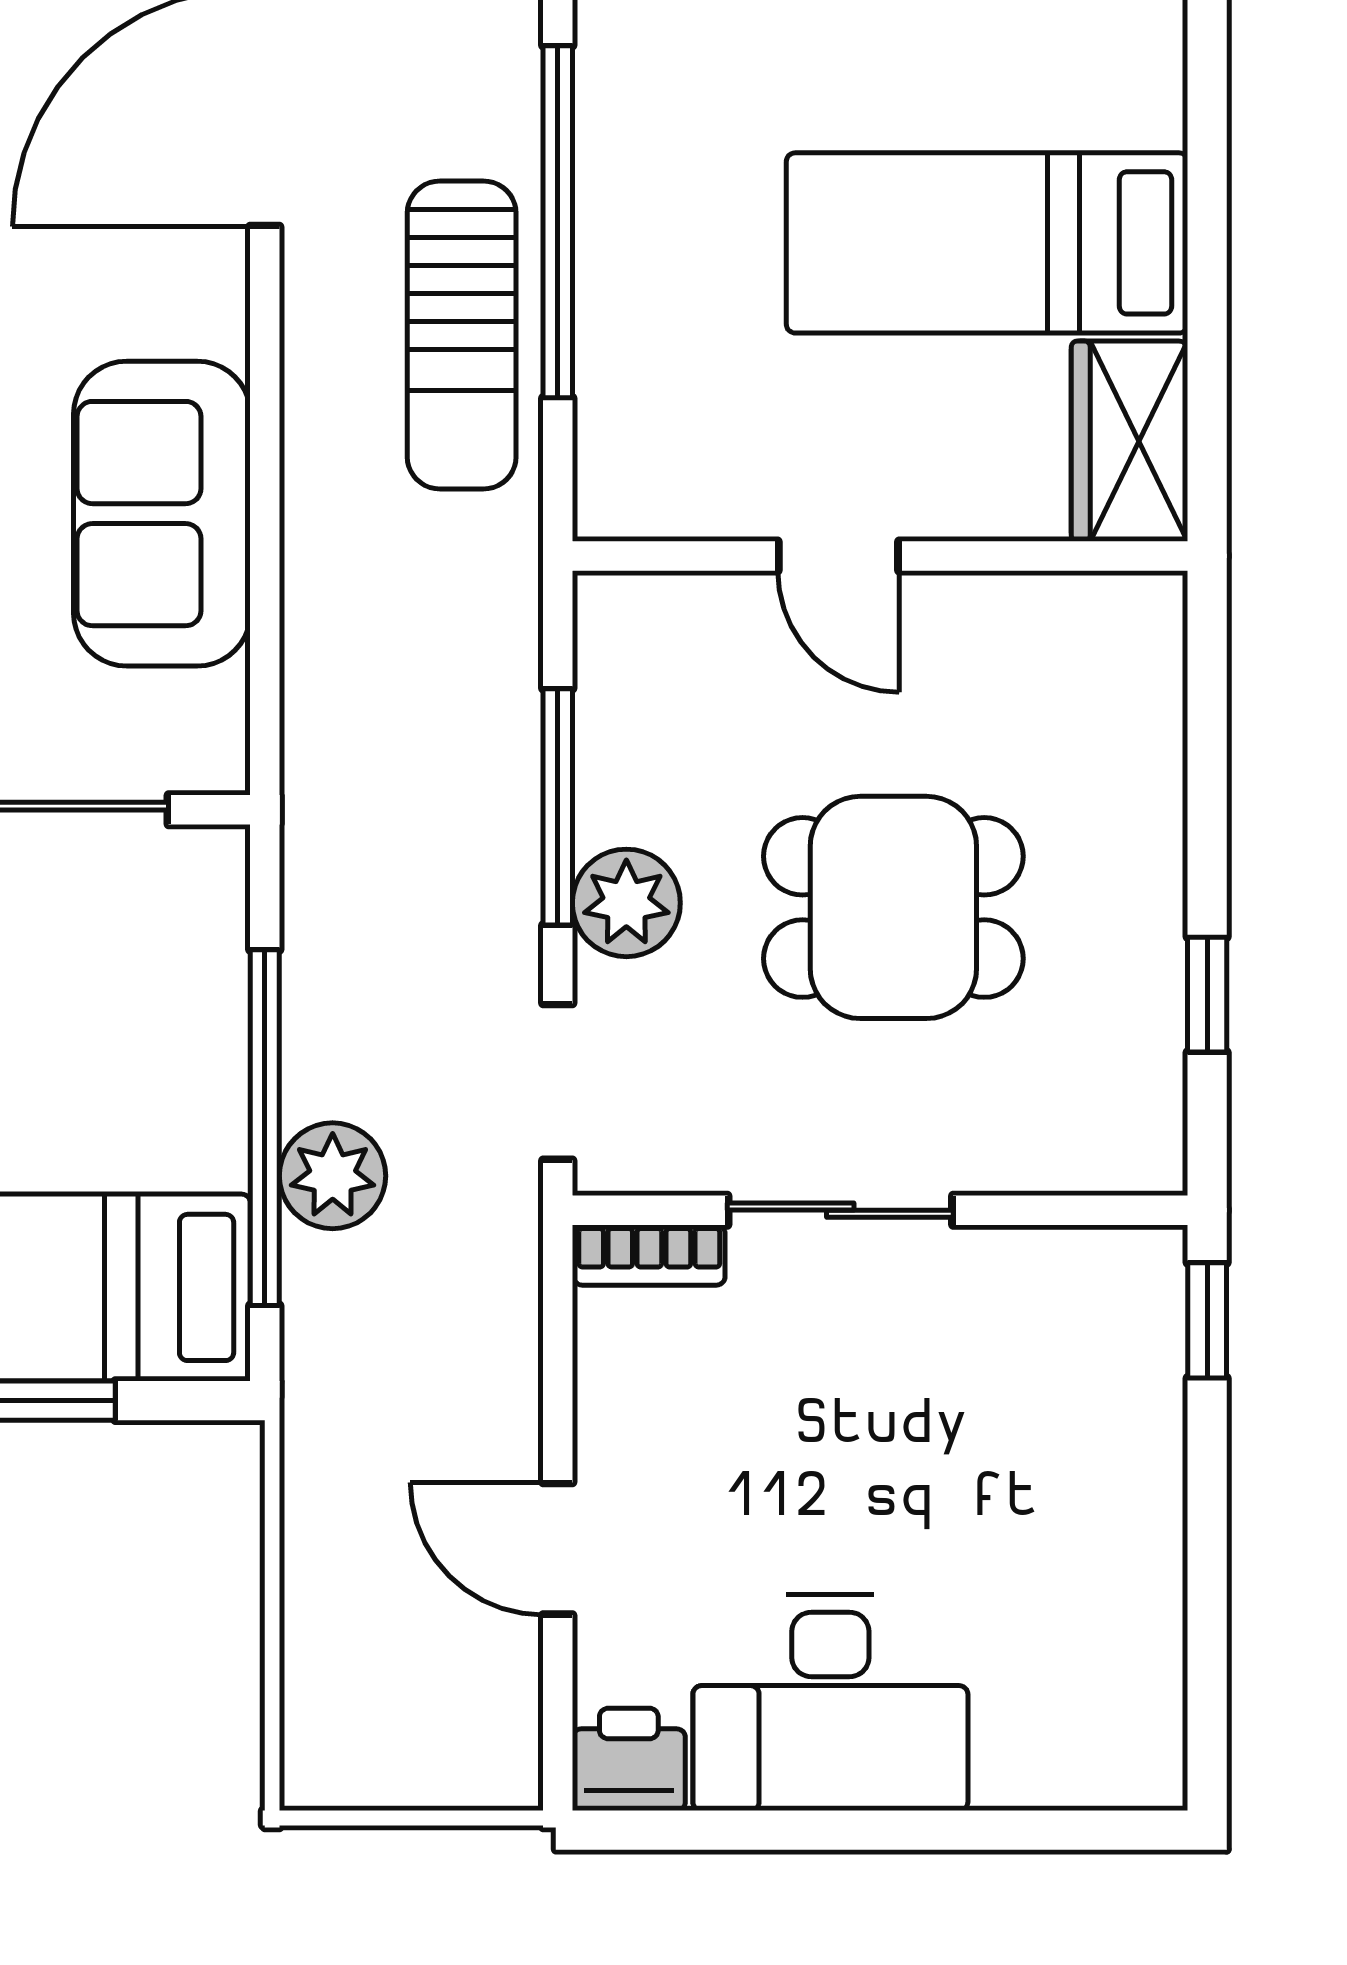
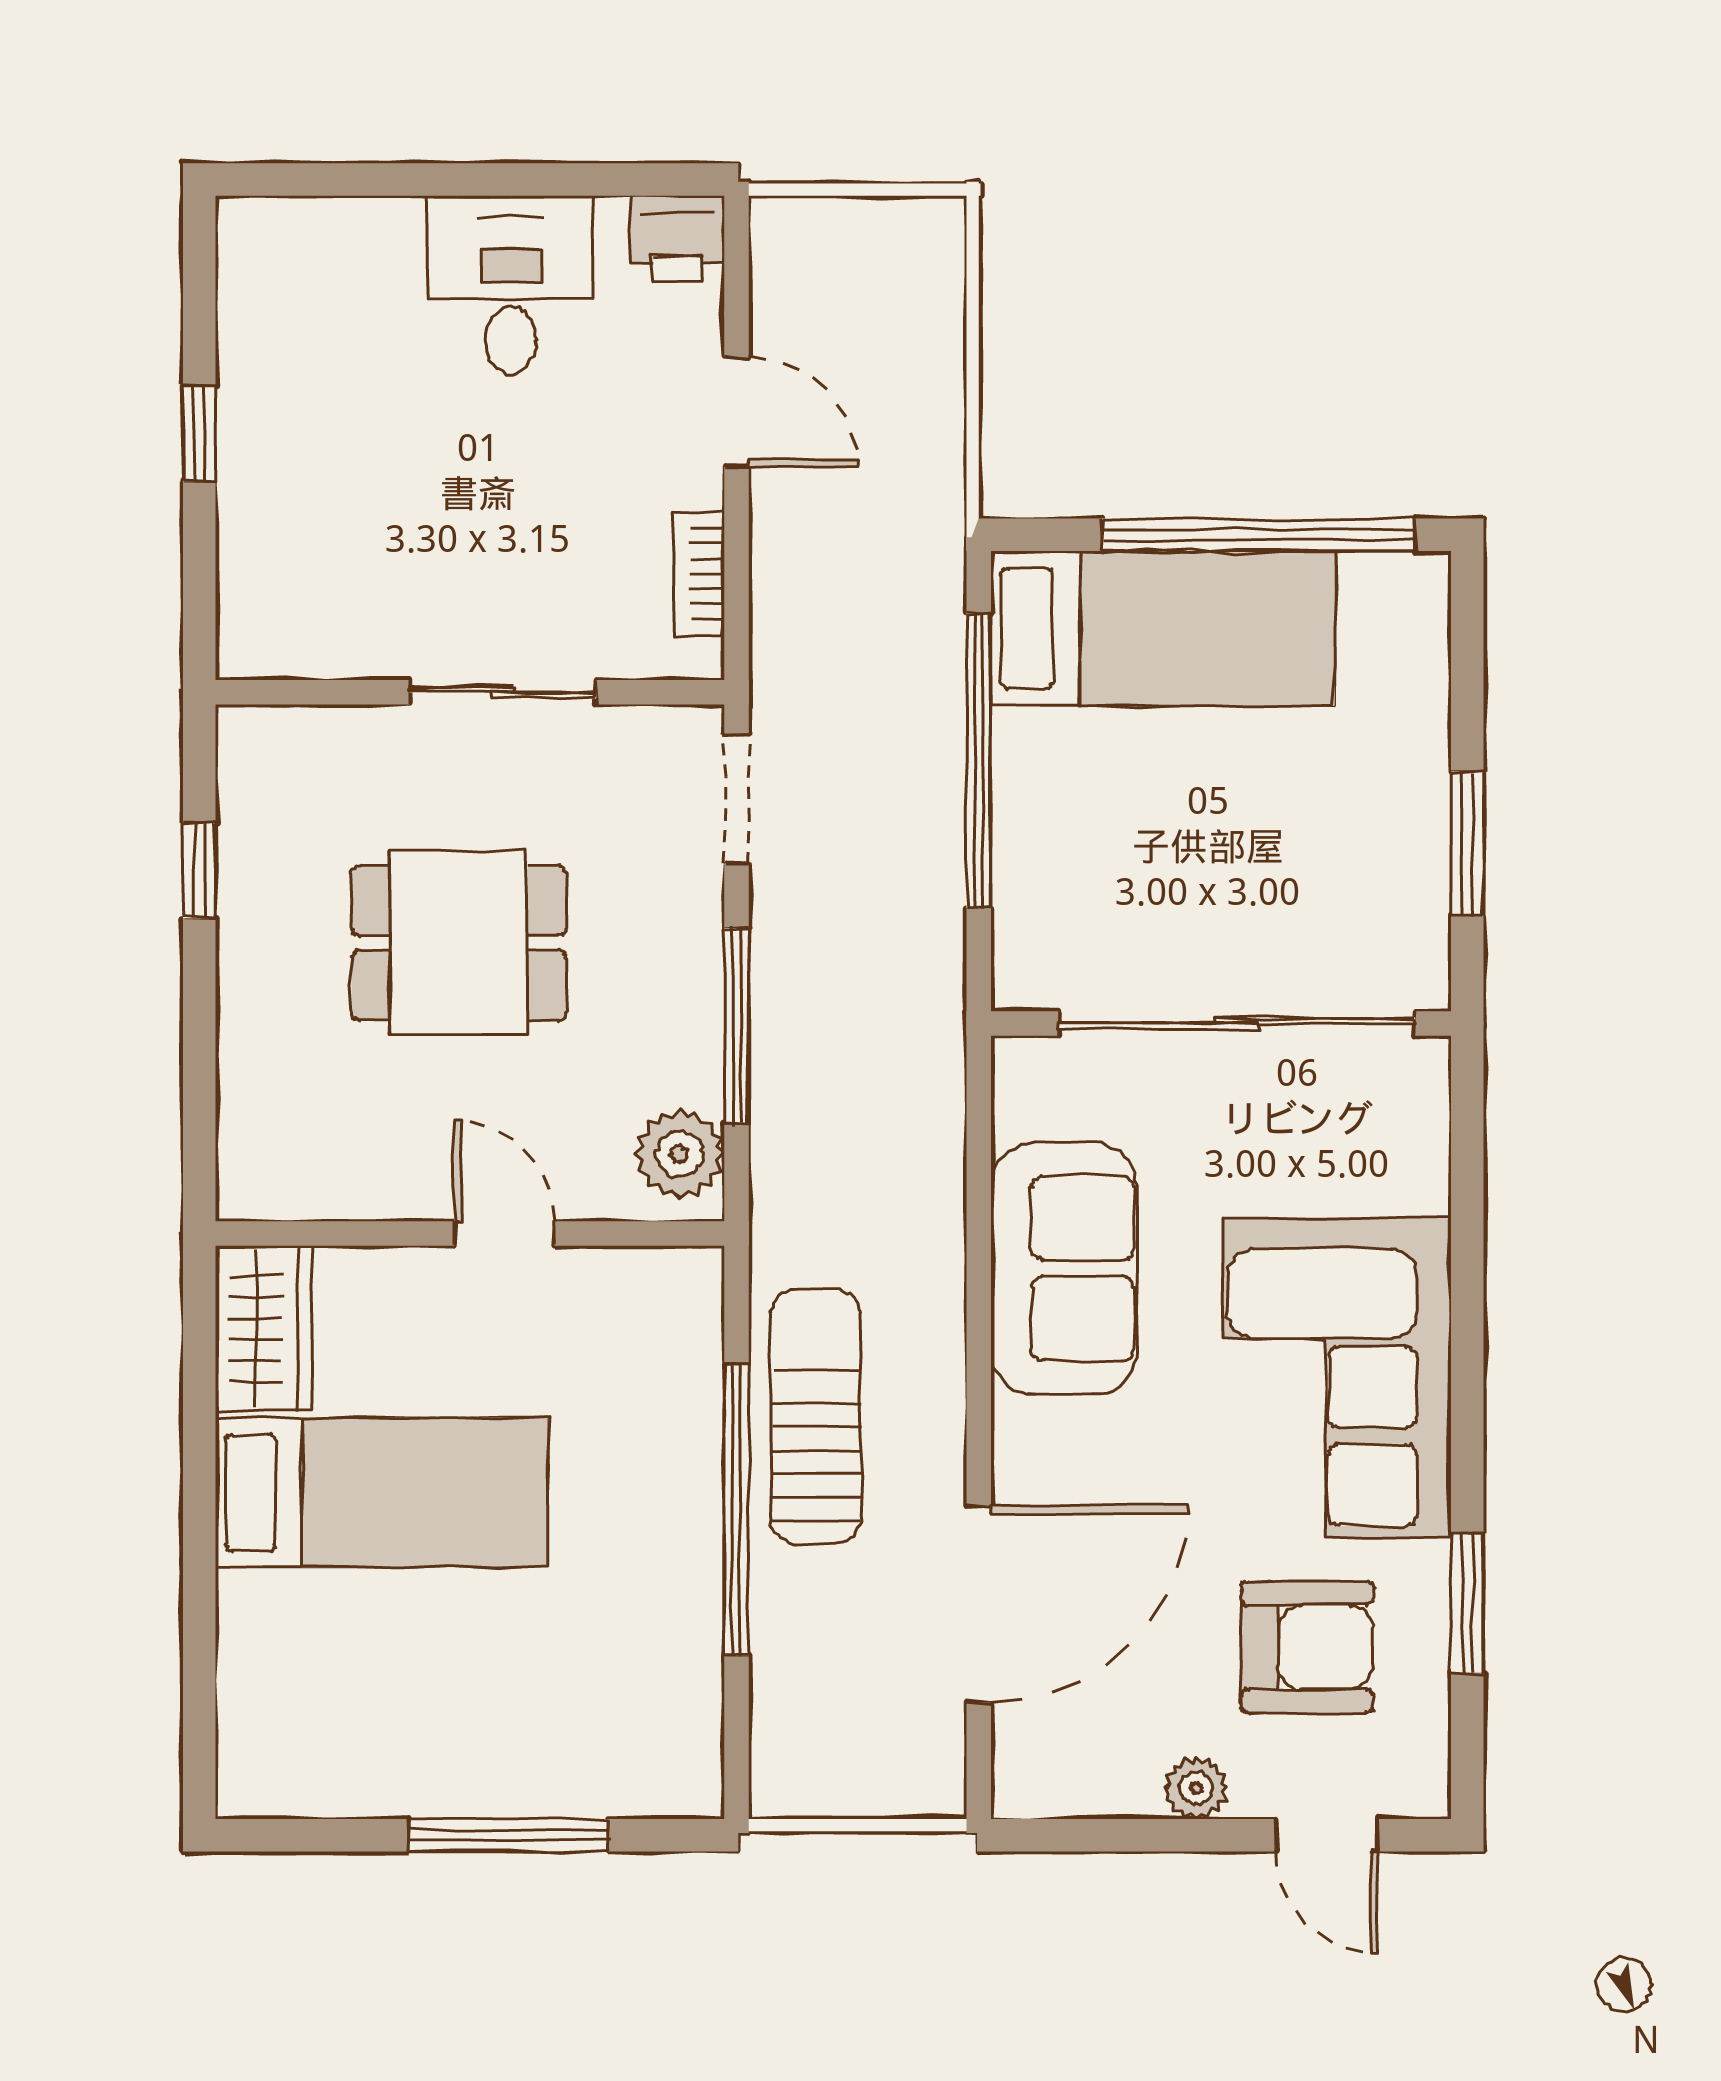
plant: (626, 903) -> (680, 1154), moved
plant: (333, 1176) -> (923, 721), removed
bookcase: (649, 1255) -> (699, 574), moved, turned -90
window: (1207, 1320) -> (199, 434), moved
desk: (830, 1703) -> (511, 285), width x0.73

